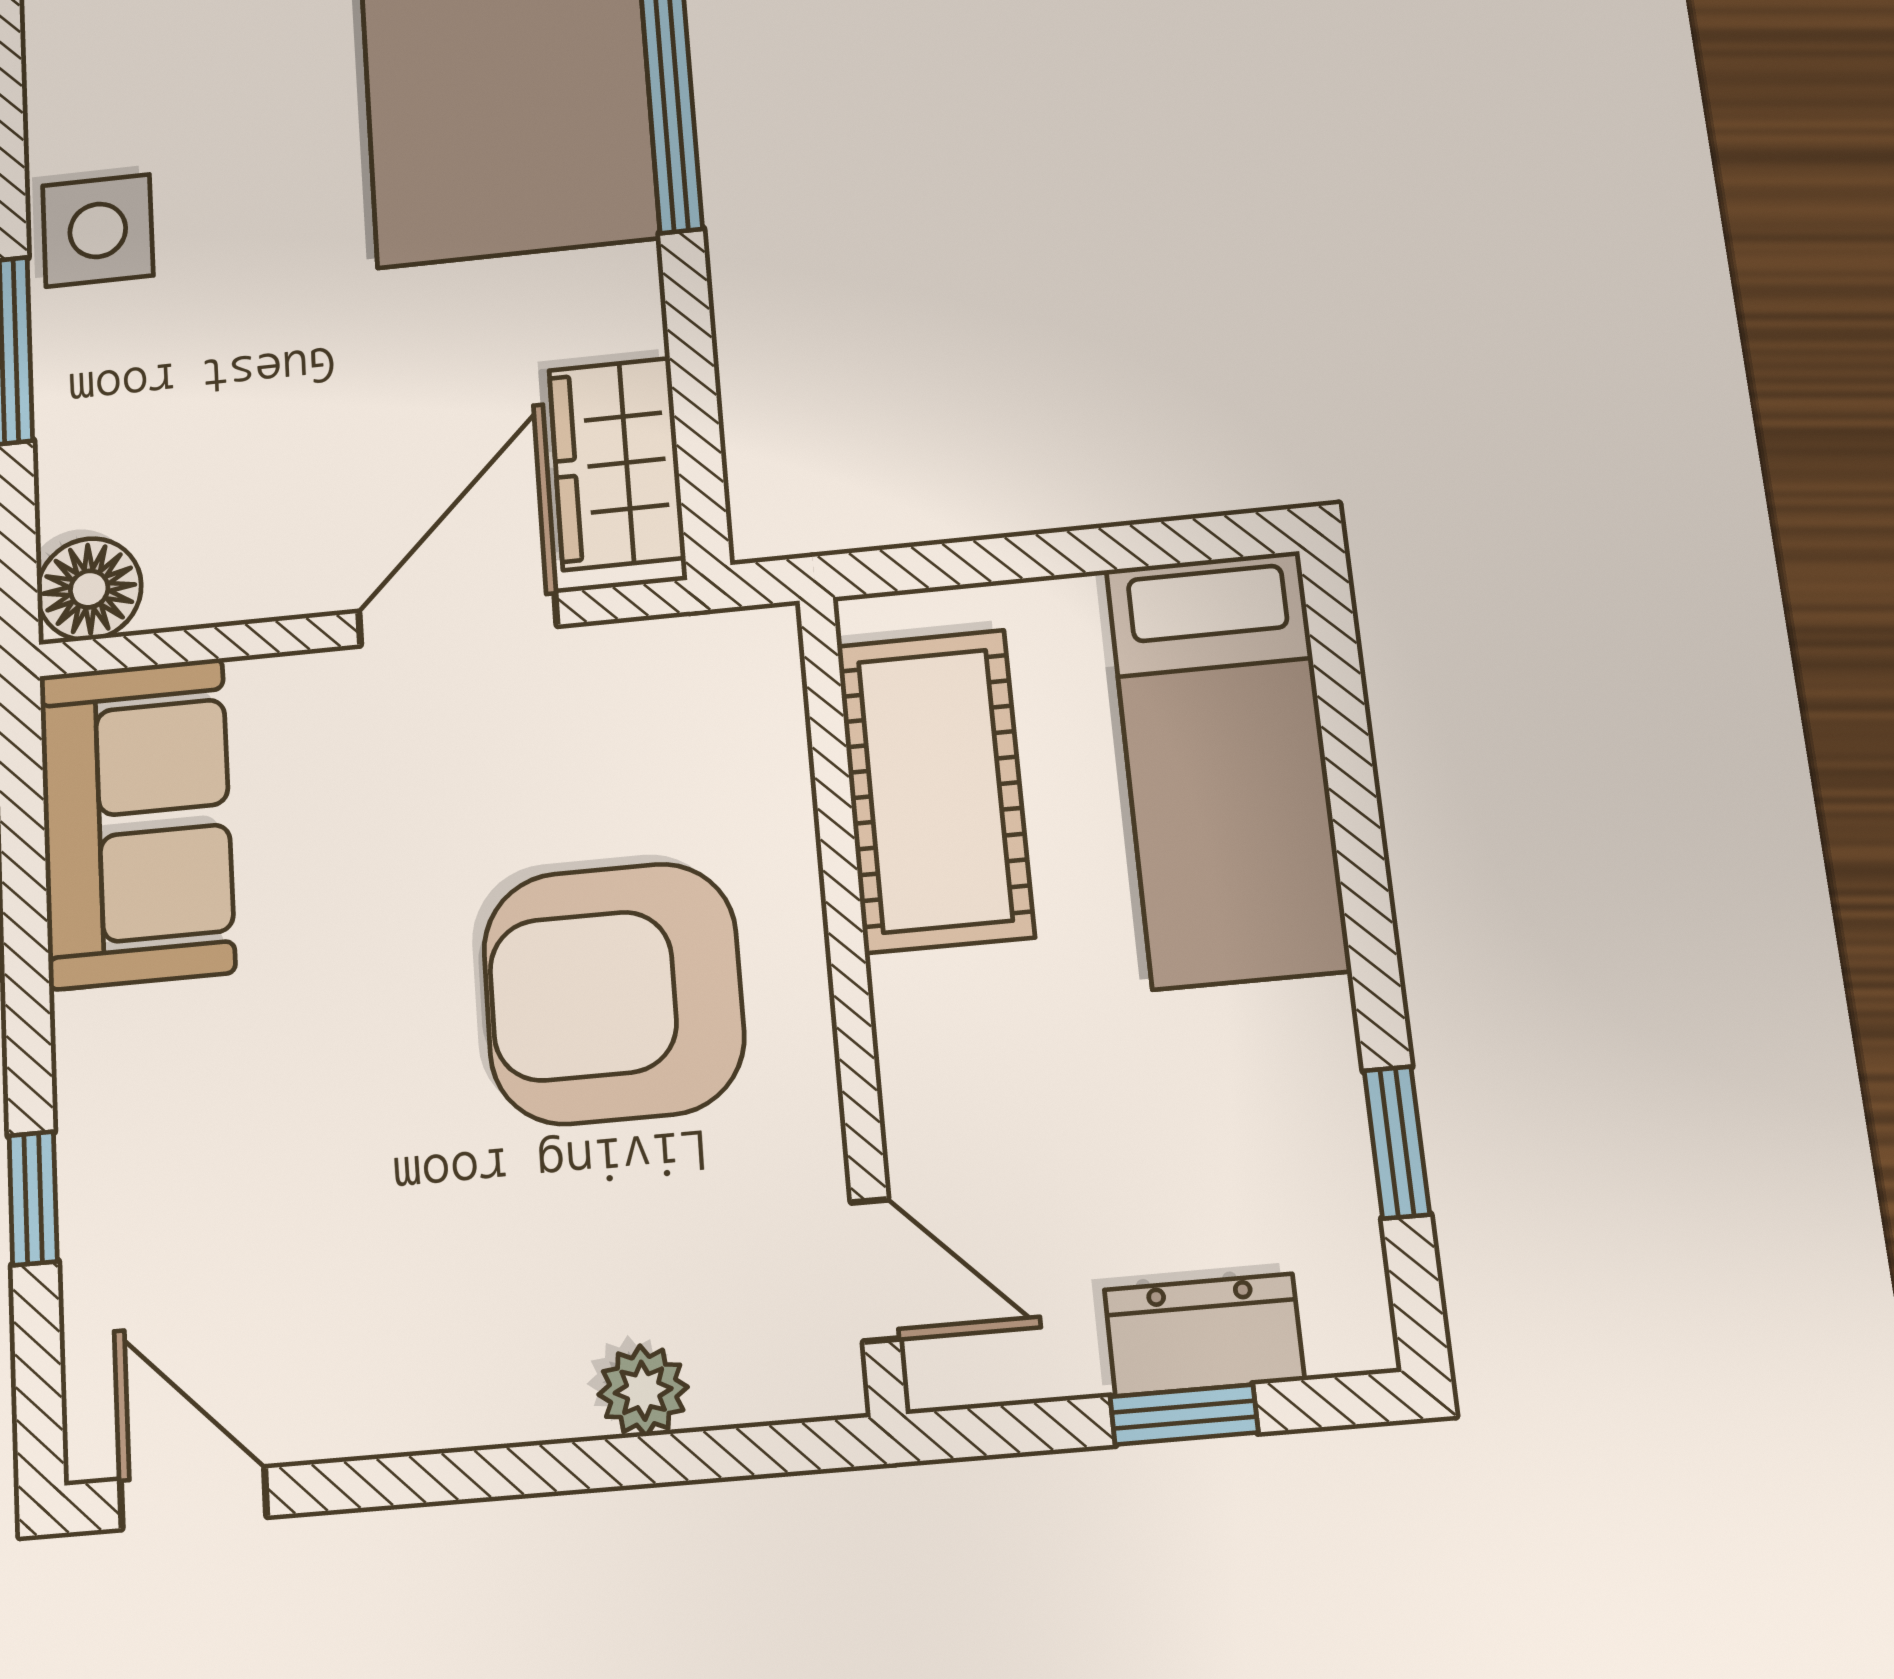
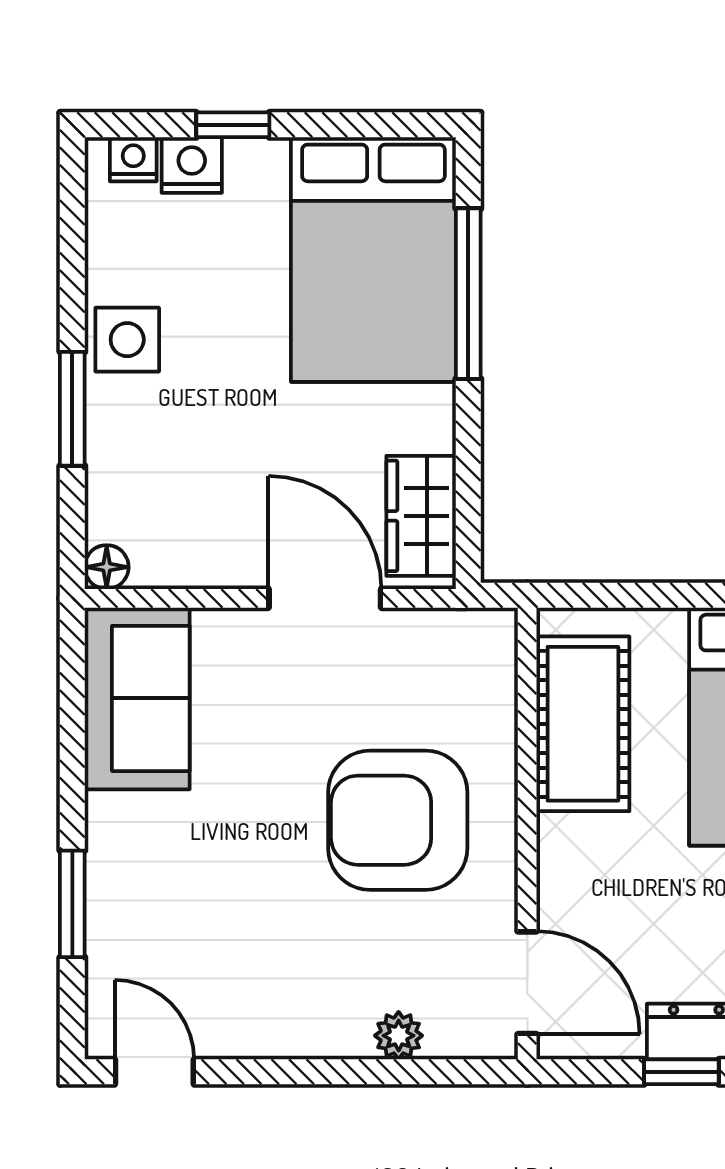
floor lamp: (89, 589) -> (107, 567), width x0.73, depth x0.73
door: (458, 619) -> (325, 598), hinge flipped
window: (33, 1198) -> (72, 904), width x1.50
door: (876, 1270) -> (527, 983), width x1.38

